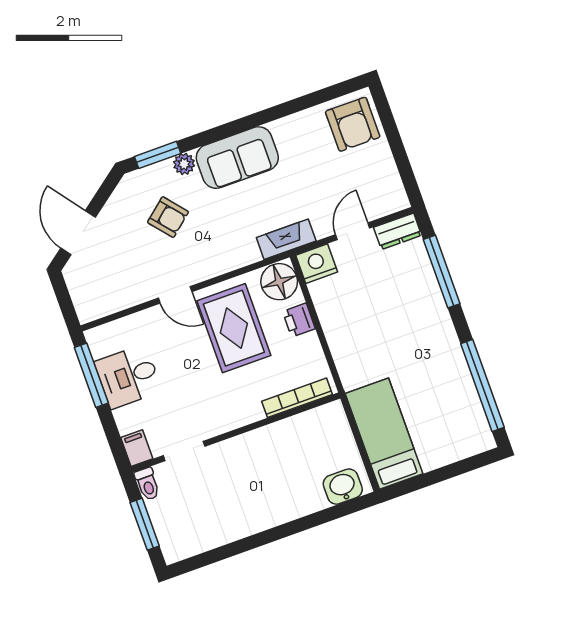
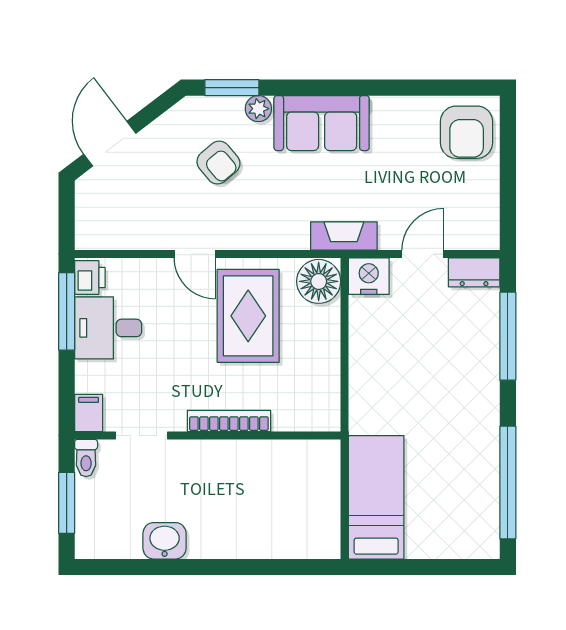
printer: (299, 320) -> (90, 277), moved, turned 180
bookcase: (297, 398) -> (229, 421), moved
washbasin: (343, 487) -> (165, 541), moved

